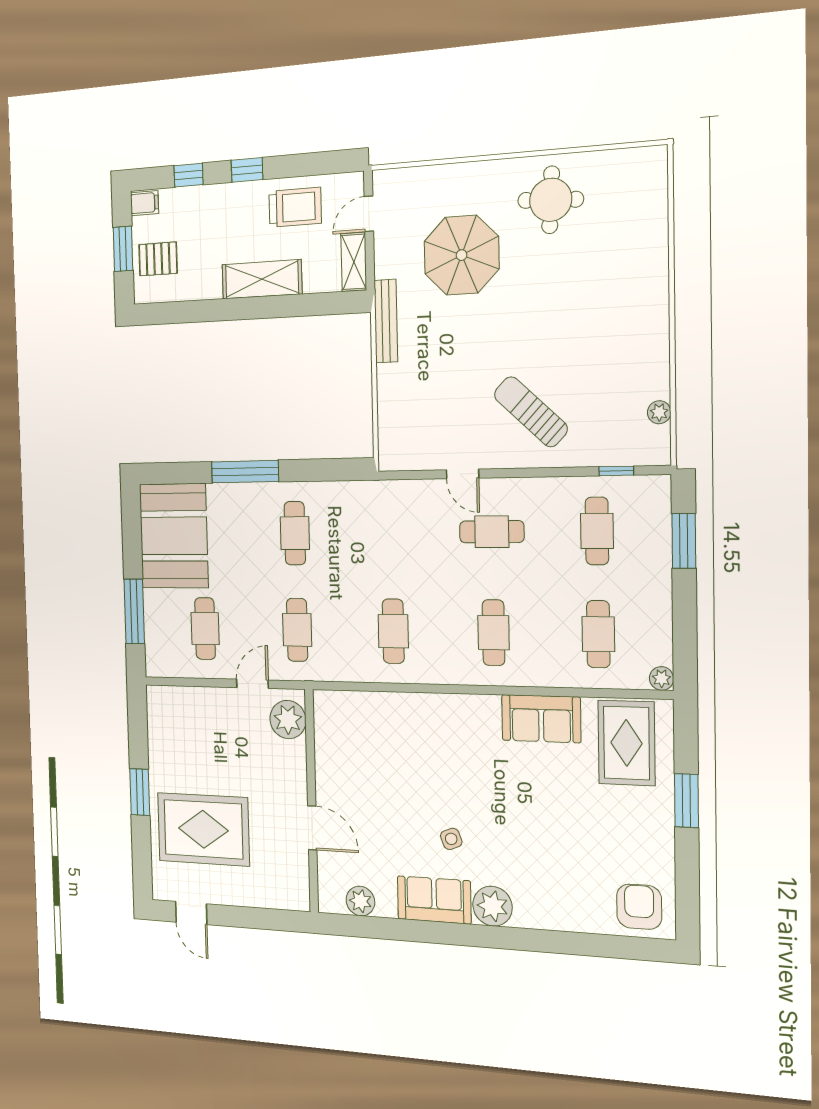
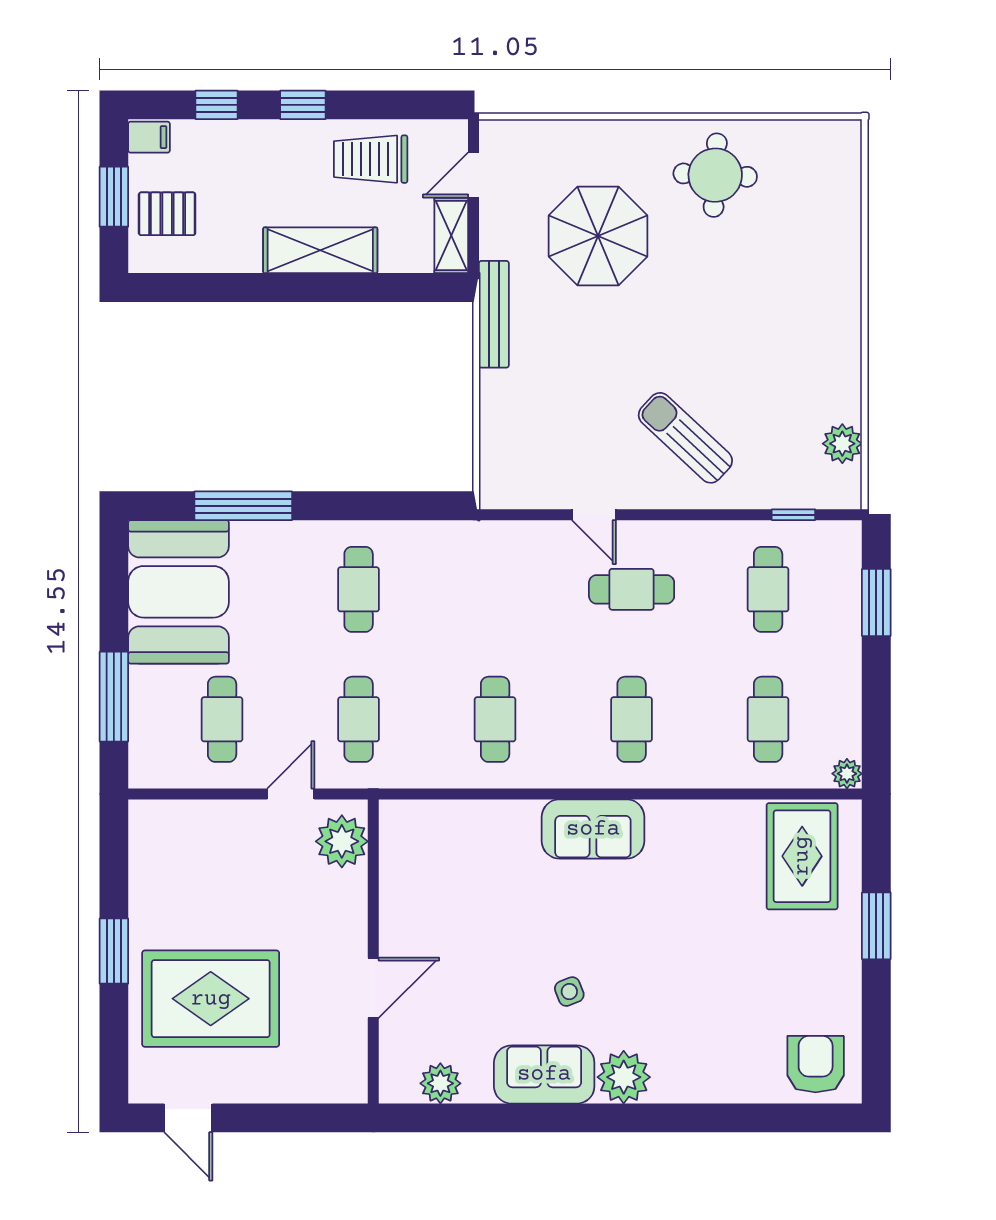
trolley: (295, 207) -> (371, 159), turned 180
plant: (659, 412) -> (842, 444), width x1.38, depth x1.38
window: (245, 472) -> (243, 506), moved
sofa: (541, 719) -> (593, 829), moved
door: (312, 828) -> (373, 988), hinge flipped

